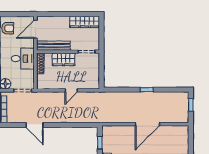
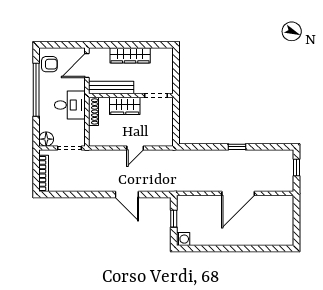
wardrobe: (85, 22) -> (130, 55), moved
door: (35, 125) -> (127, 195), moved

